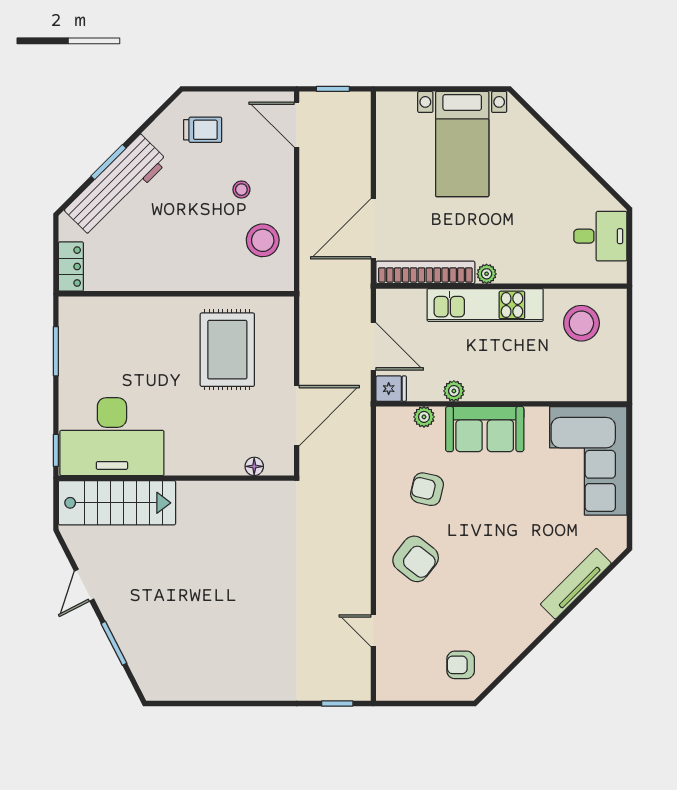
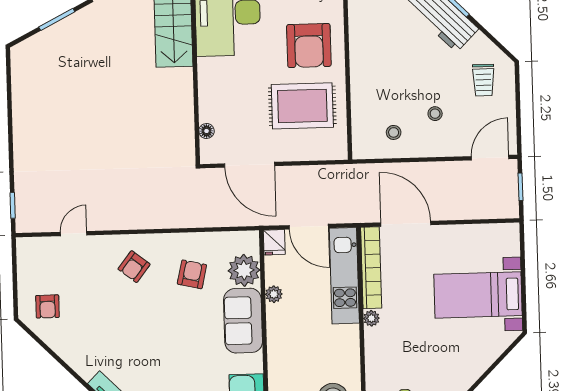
stool: (263, 240) -> (394, 132), width x0.53, depth x0.53
kitchen unit: (485, 305) -> (344, 276), moved
armchair: (155, 340) -> (309, 45), added
door: (373, 346) -> (309, 227), hinge flipped
plant: (424, 417) -> (244, 270), width x1.88, depth x1.88
armchair: (416, 559) -> (134, 267), width x0.72, depth x0.72
armchair: (461, 665) -> (47, 306), turned 180

